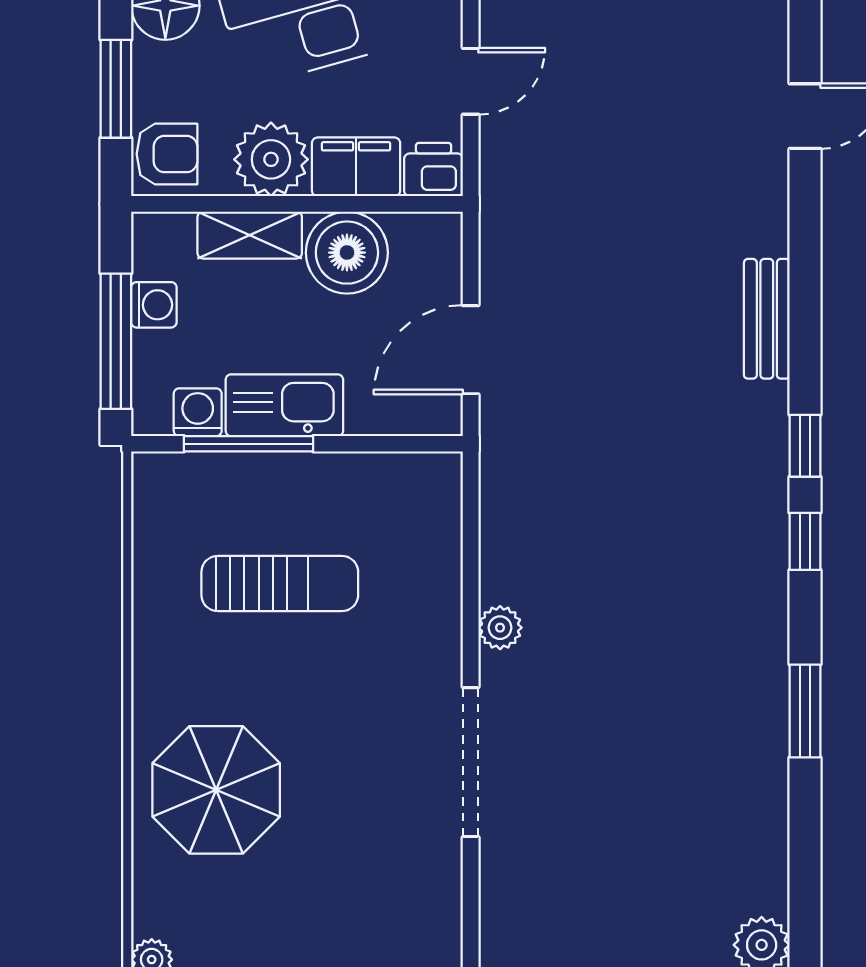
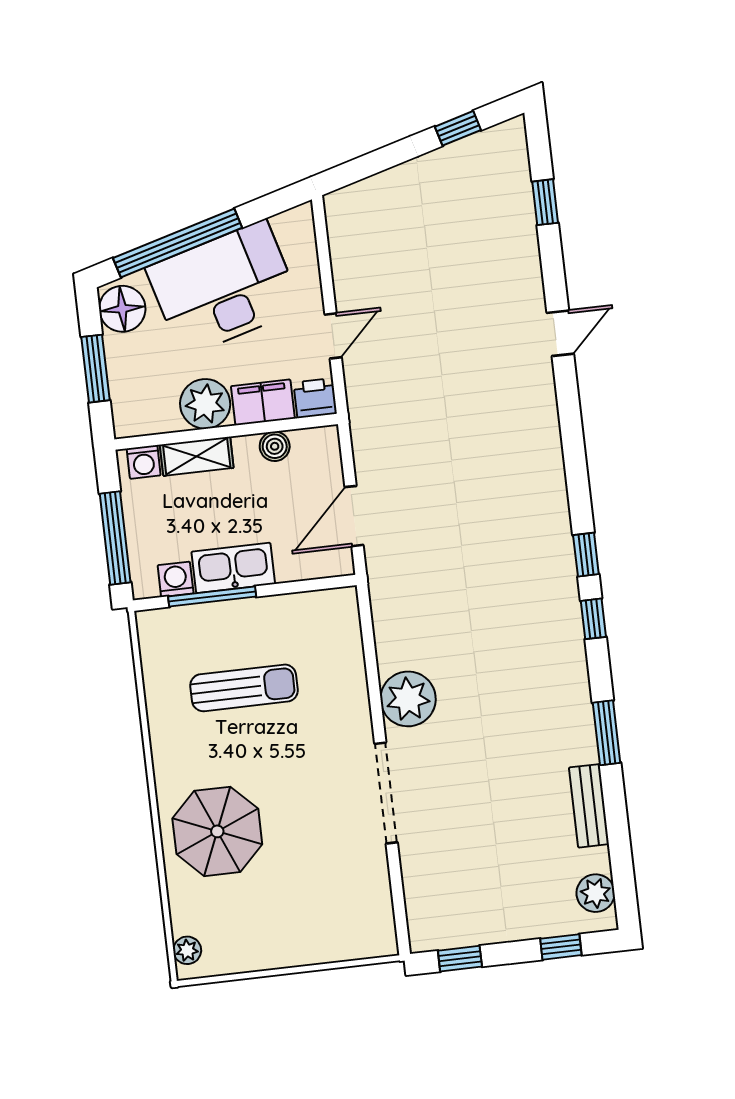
armchair: (167, 154) -> (135, 408), removed
boiler: (347, 253) -> (275, 446), width x0.54, depth x0.54
washing machine: (154, 305) -> (144, 462), moved, turned 90
bench: (767, 319) -> (589, 806), moved
plant: (500, 628) -> (408, 699), width x1.87, depth x1.87

